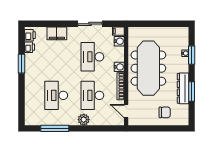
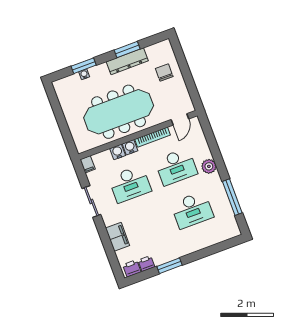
water cooler: (119, 41) -> (118, 152), moved

